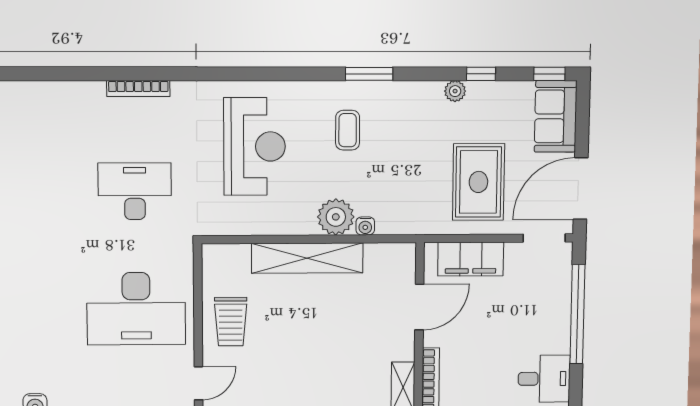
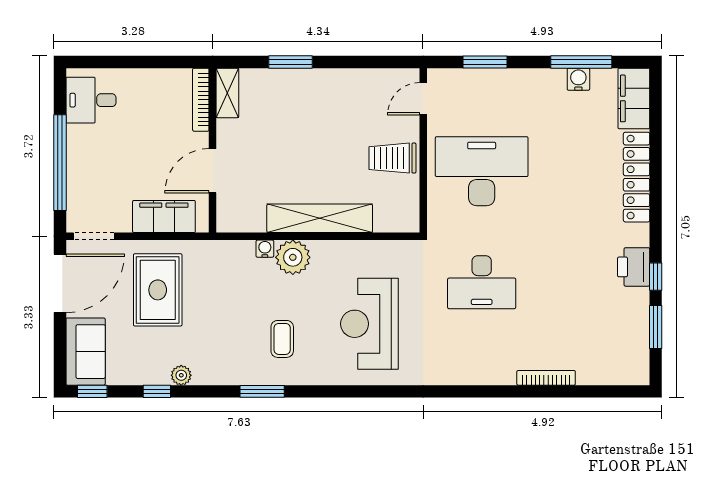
bookcase: (138, 88) -> (546, 378), moved
trolley: (231, 322) -> (392, 158), turned -90

